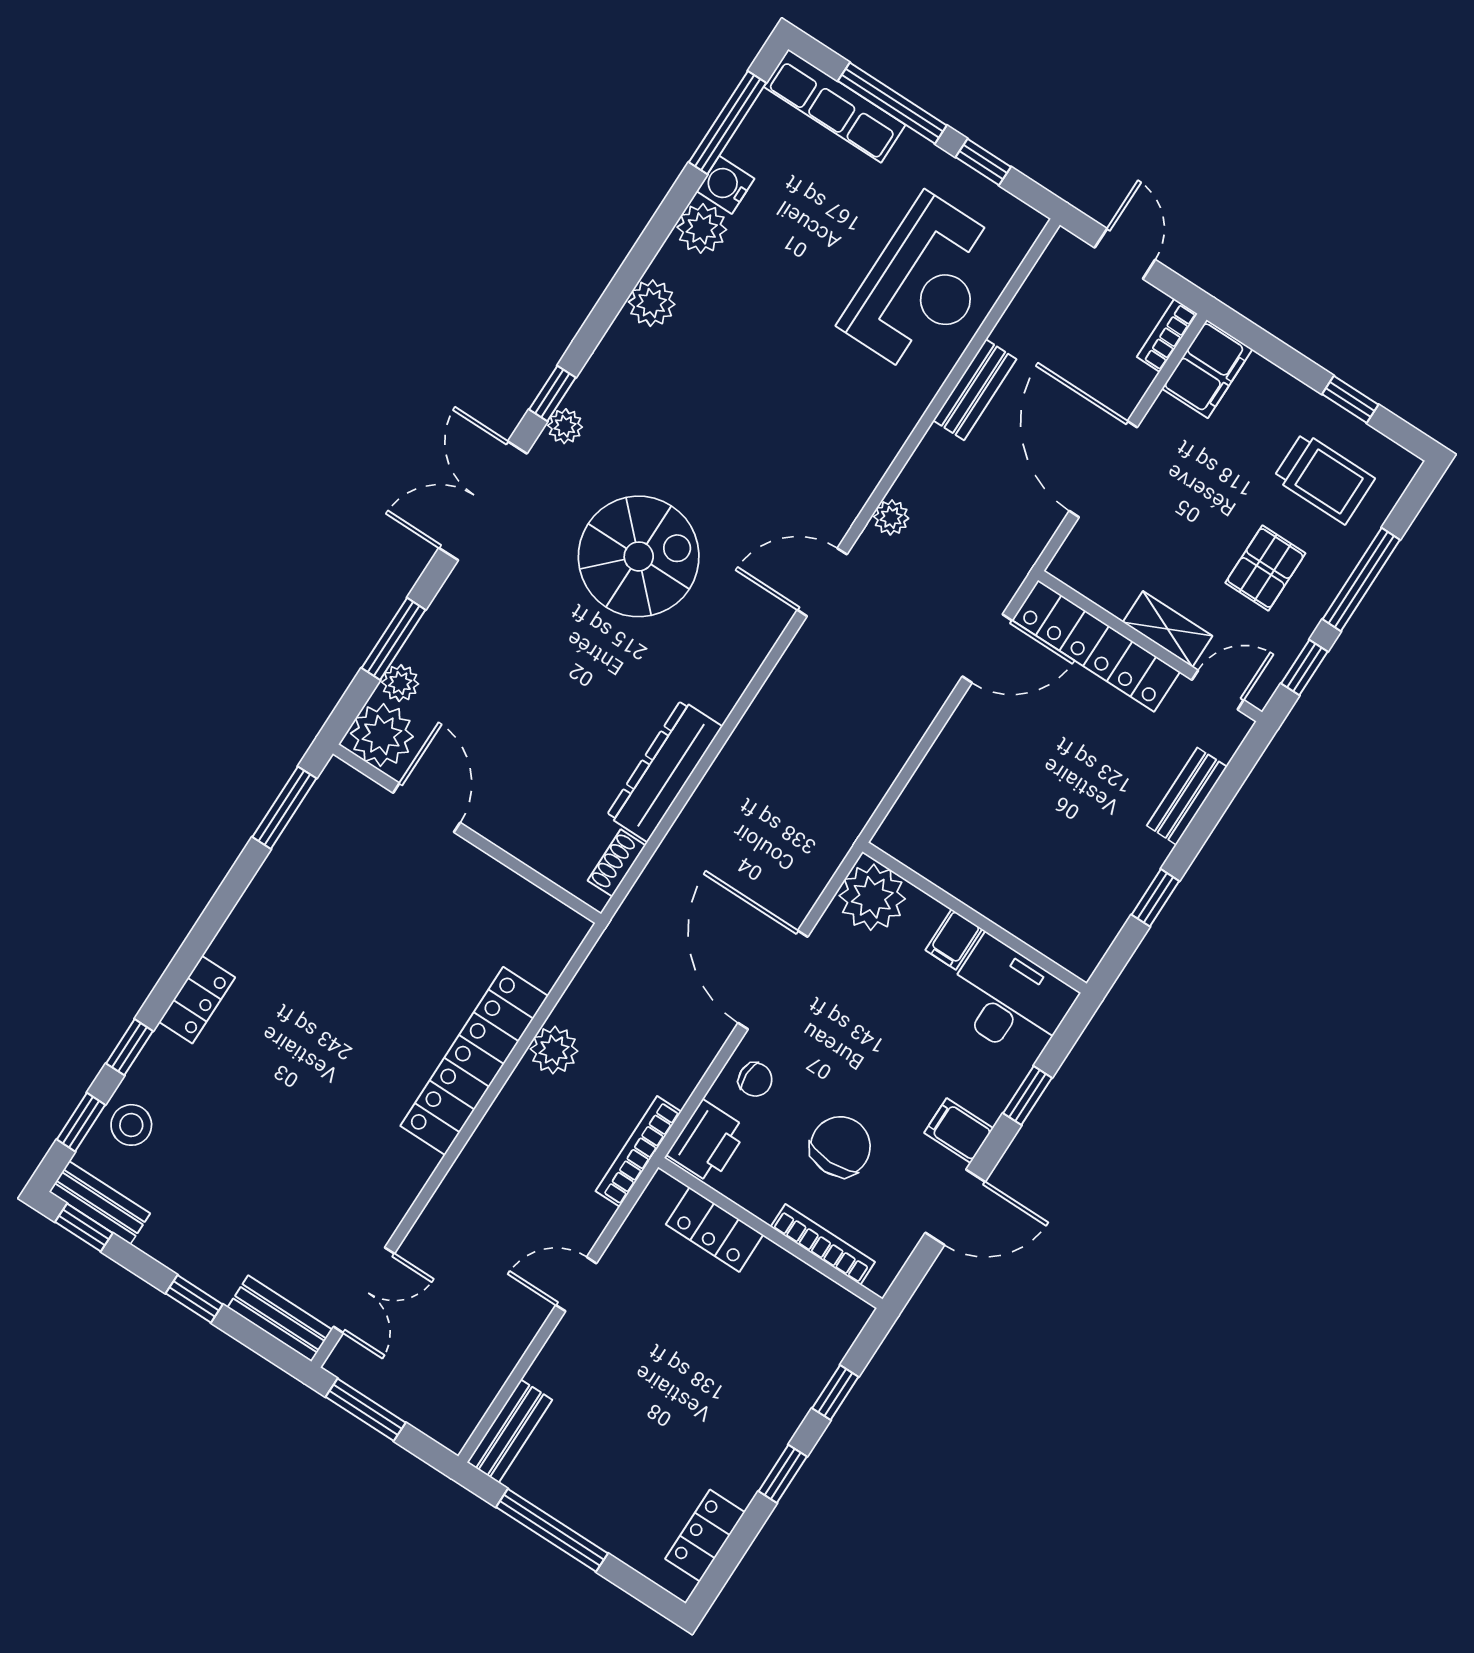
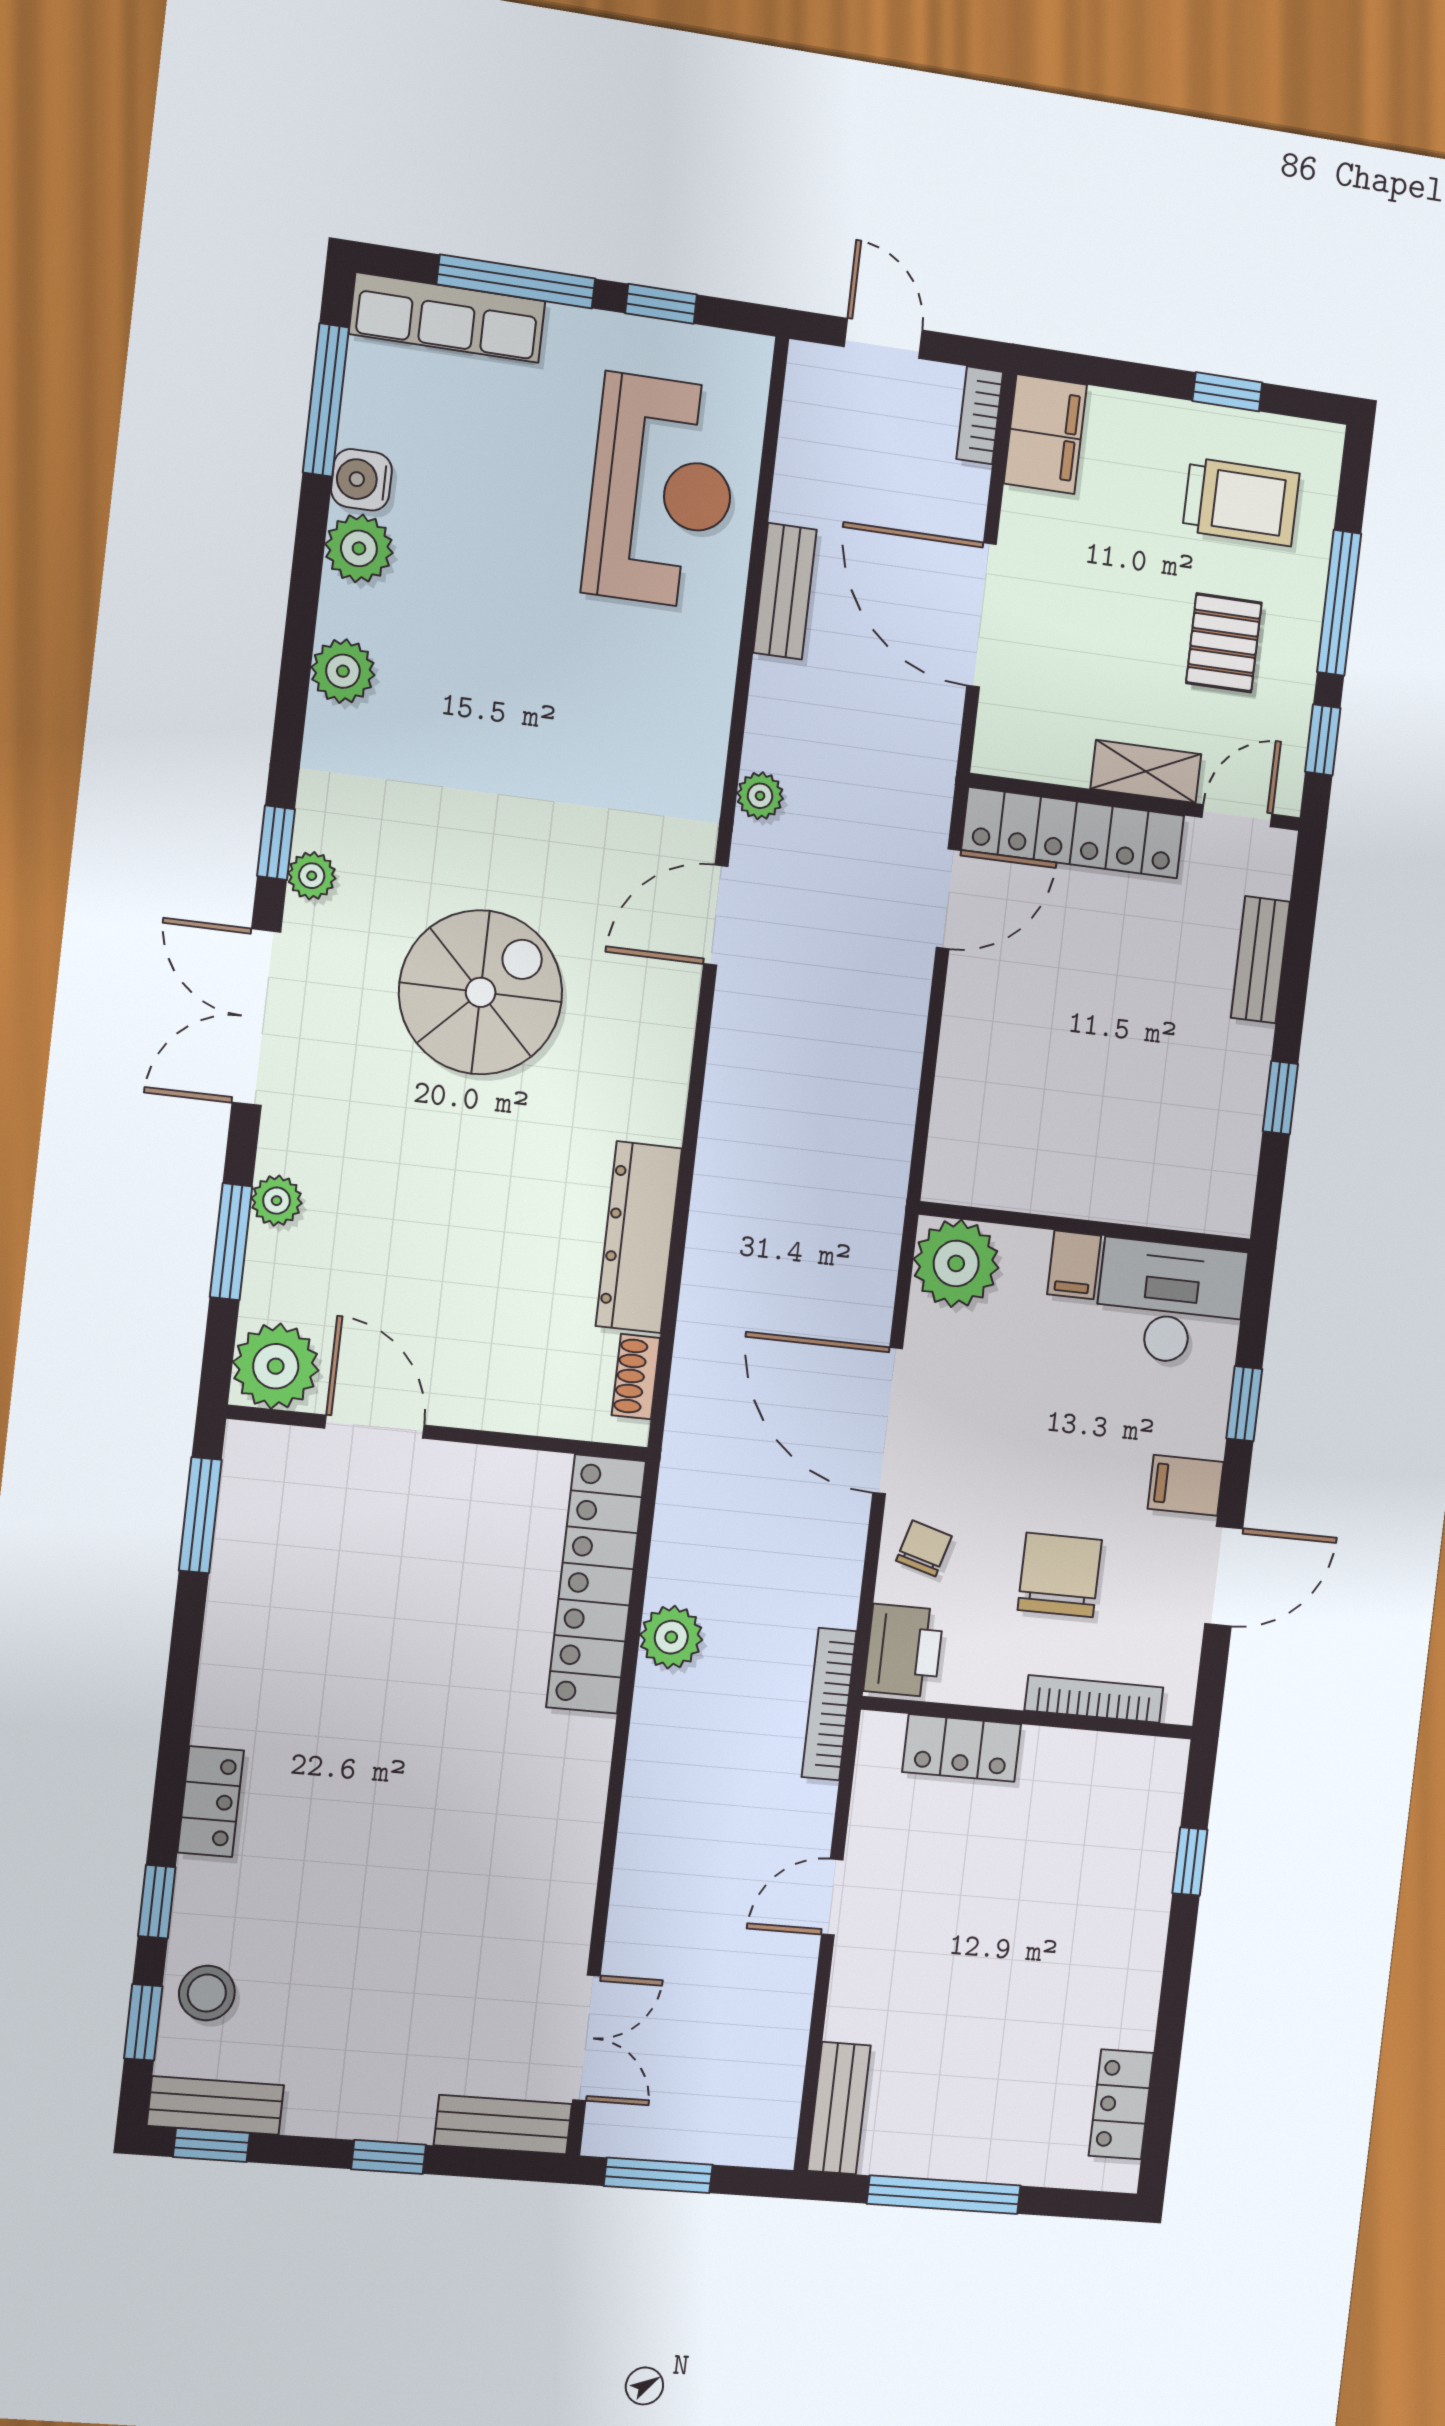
plant: (400, 683) -> (277, 1201), moved
locker: (474, 1061) -> (596, 1584), moved
chair: (755, 1080) -> (924, 1548), turned -74
window: (783, 1474) -> (1175, 1986), removed

